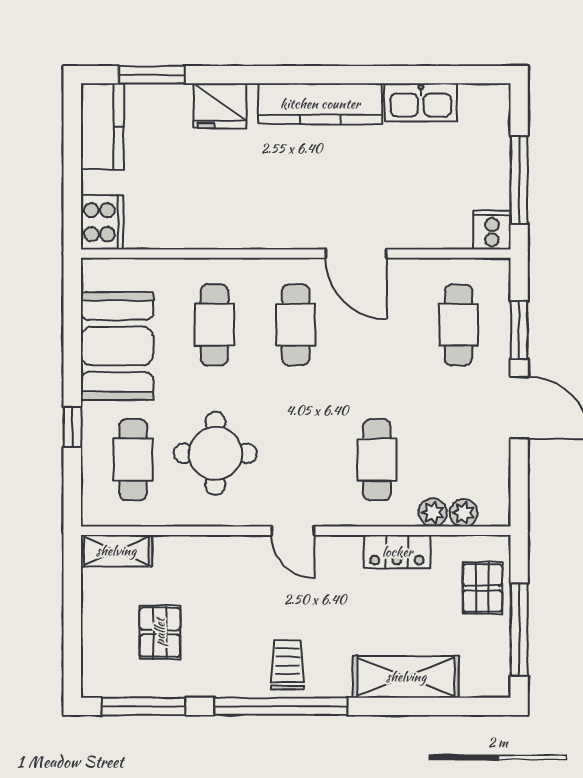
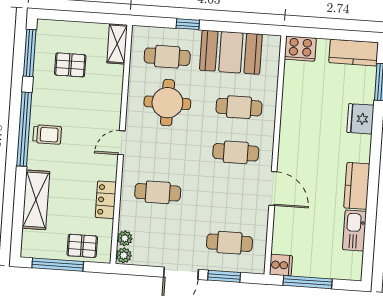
kitchen counter: (320, 104) -> (357, 186), width x0.67
door: (356, 254) -> (273, 189), swing flipped
plant: (433, 513) -> (124, 255), moved

